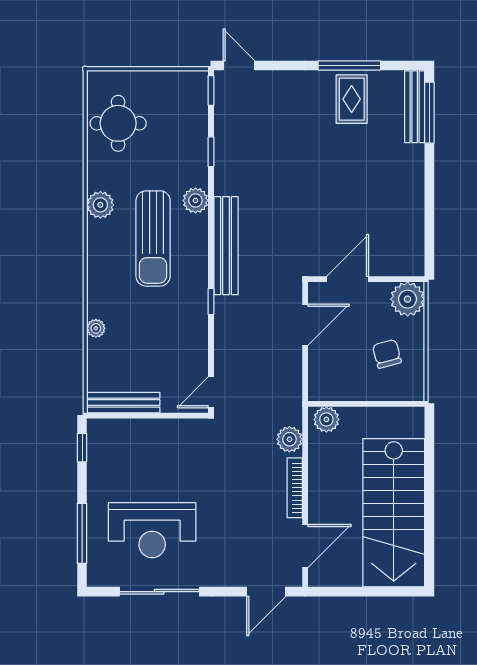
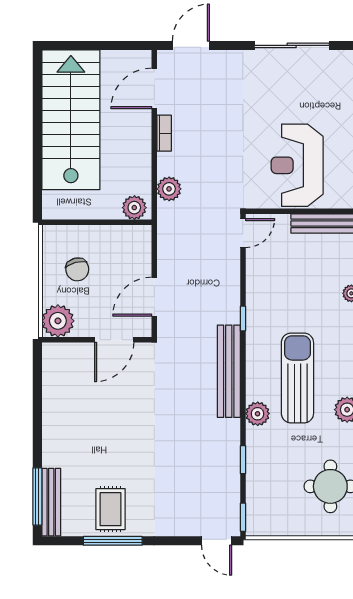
bookcase: (295, 488) -> (164, 133), width x0.64
reception desk: (152, 530) -> (297, 165), moved, turned -90

